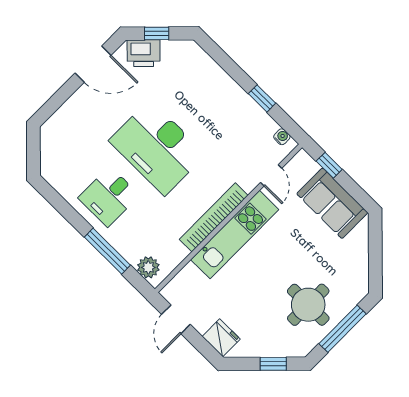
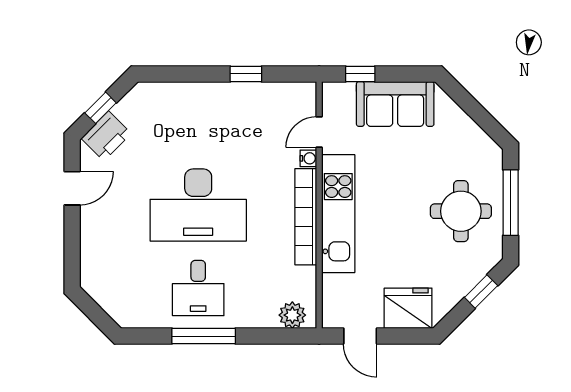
door: (93, 64) -> (72, 188), width x0.73
water cooler: (282, 137) -> (308, 158), moved, turned 90
door: (271, 175) -> (319, 132), swing flipped
window: (107, 251) -> (204, 336), moved
fridge: (221, 338) -> (408, 308), width x1.36, depth x1.34

